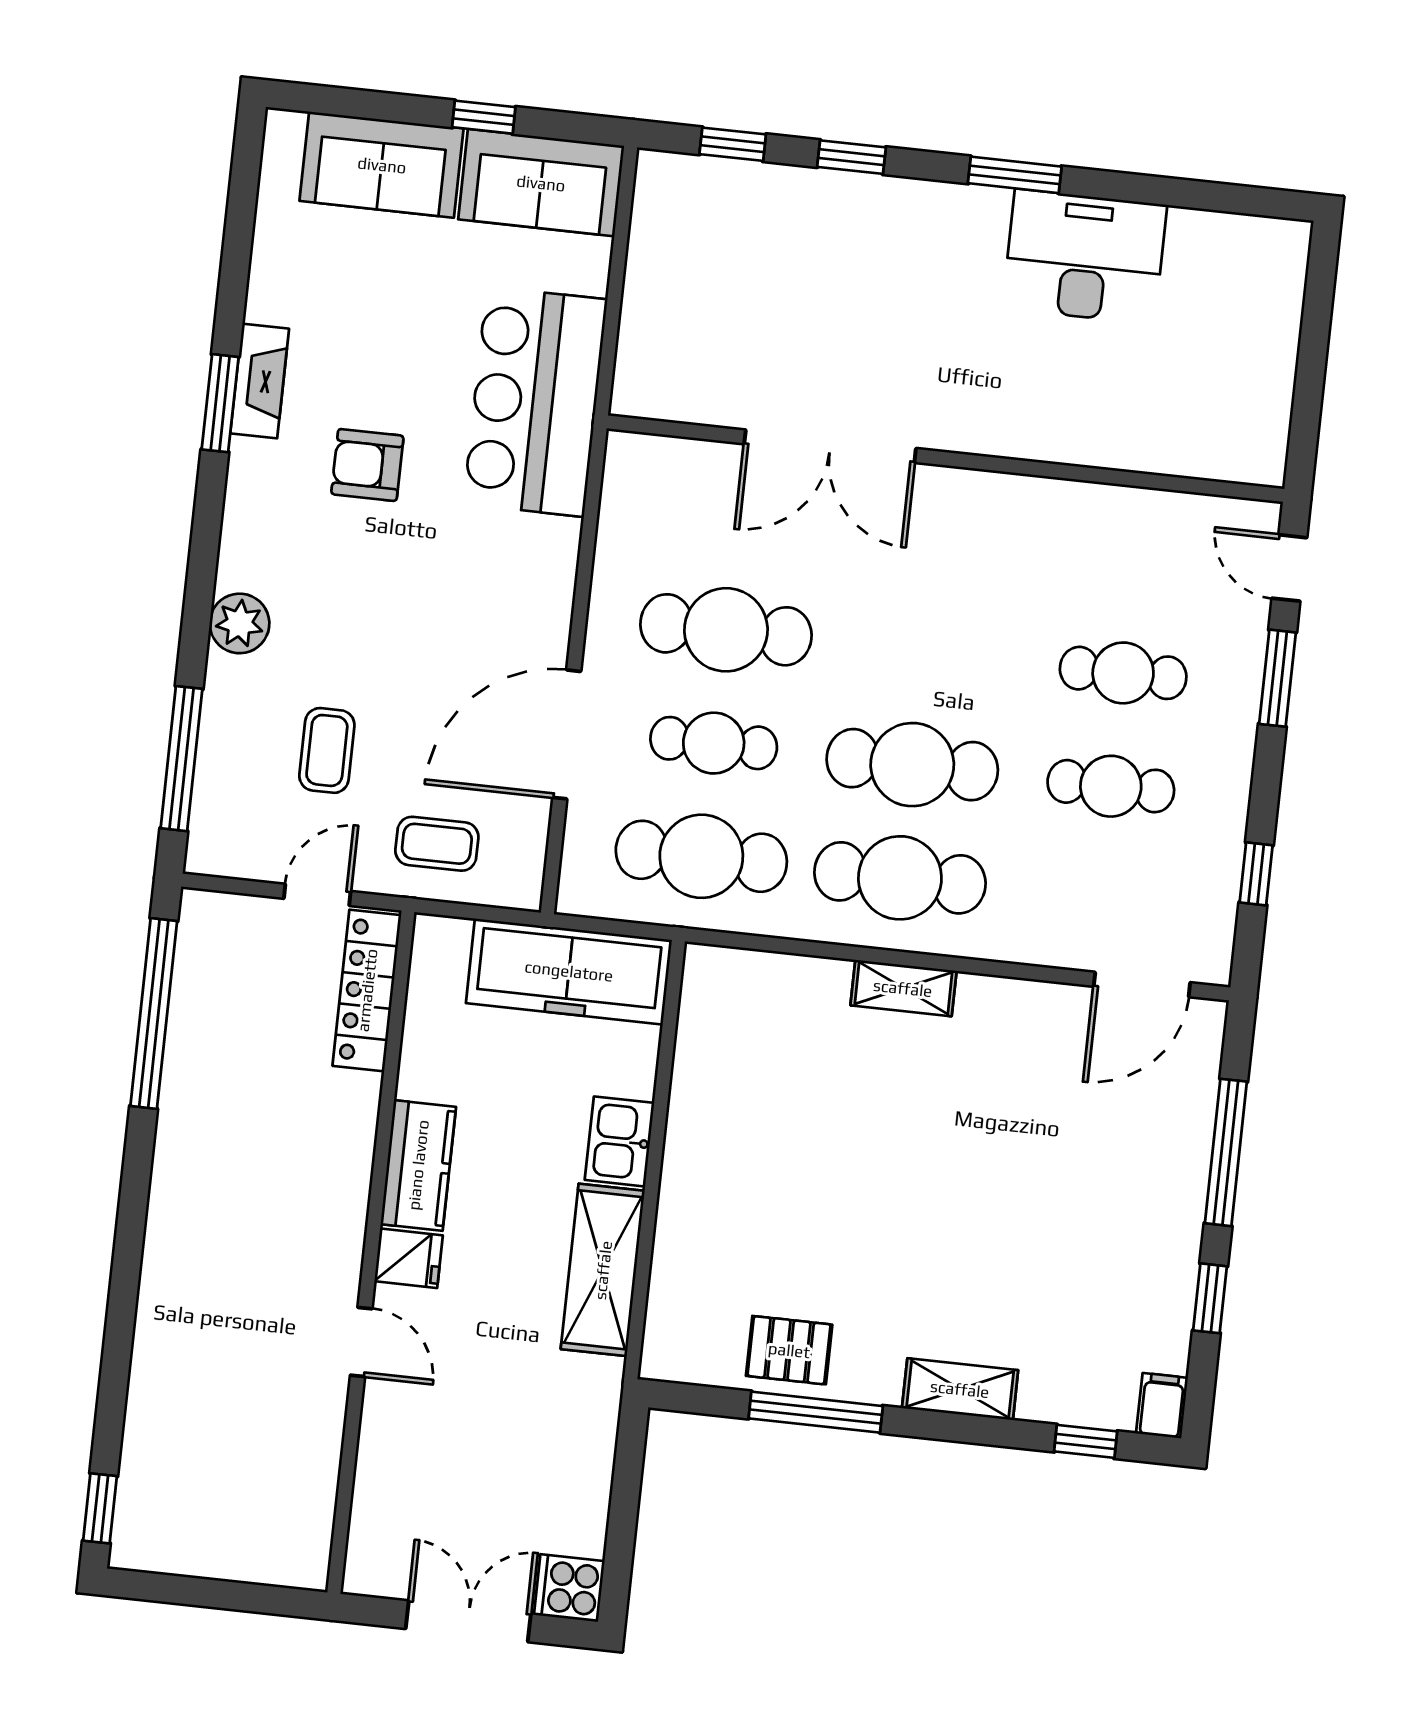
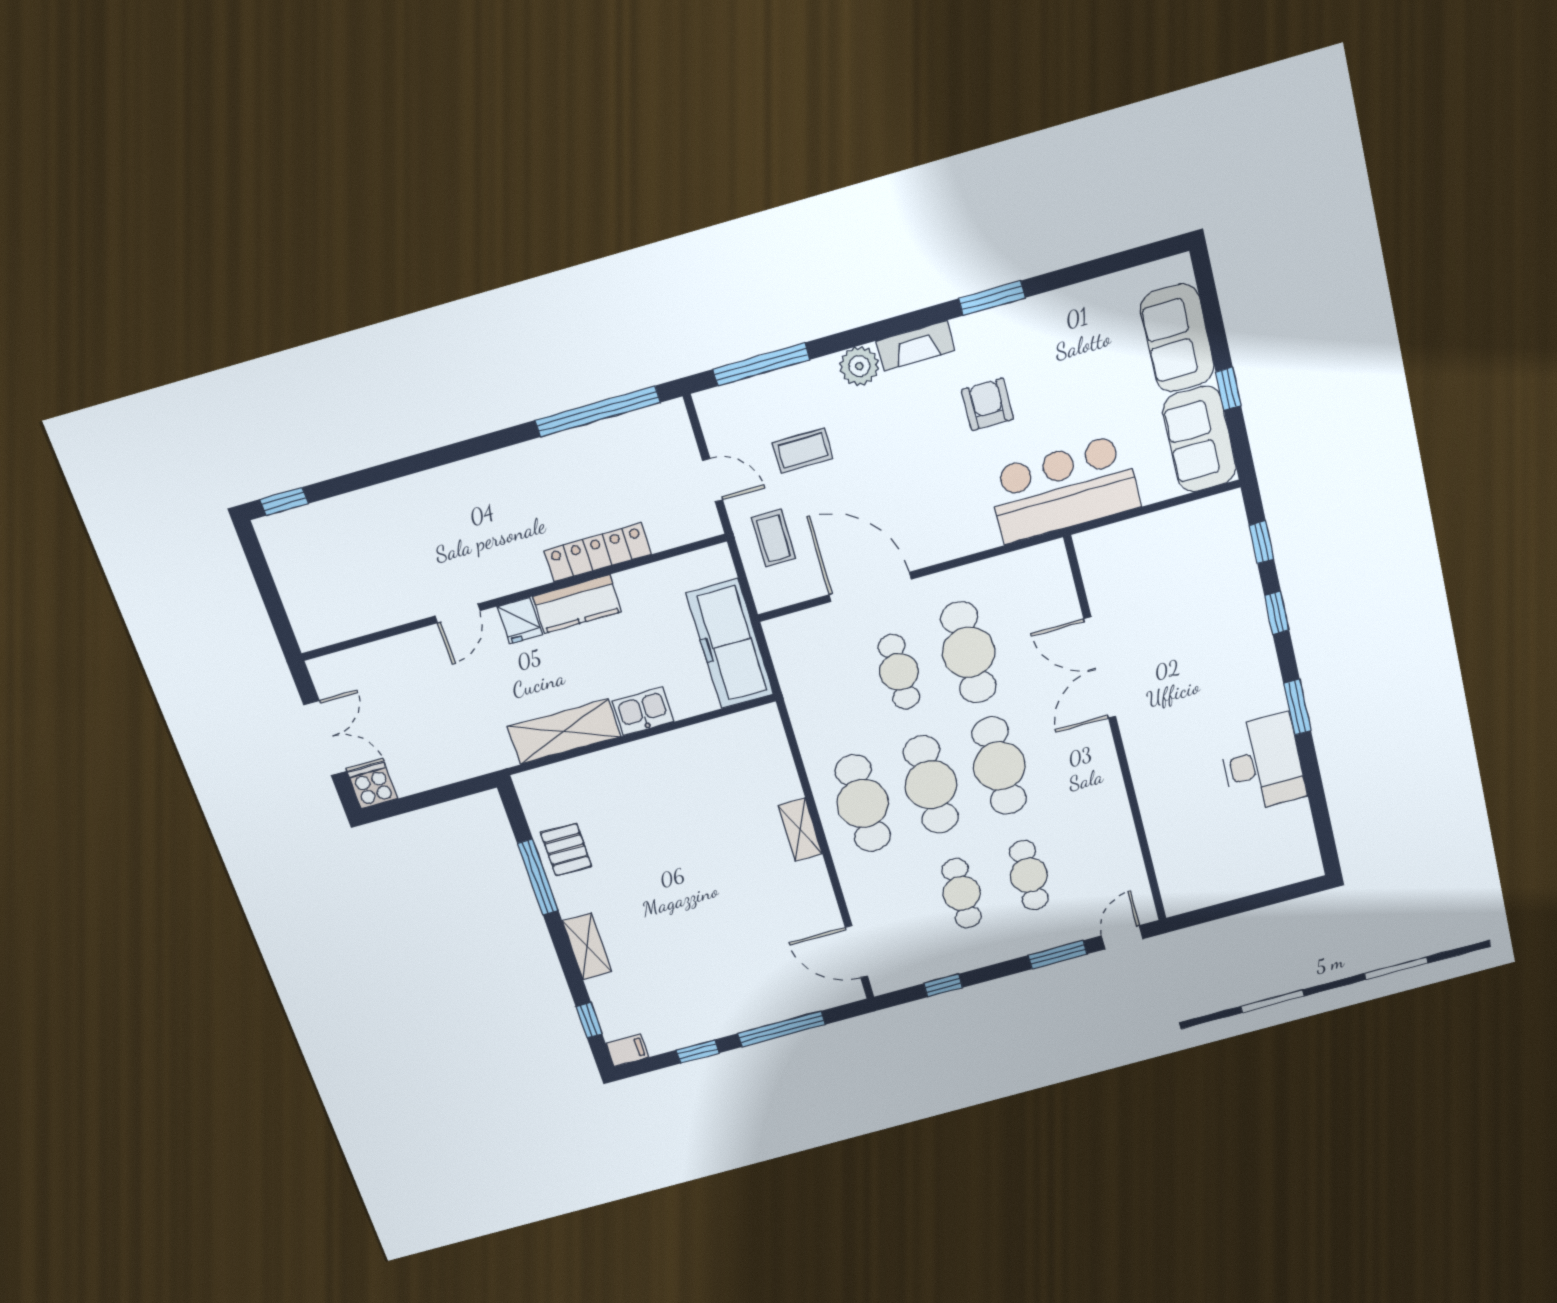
fireplace: (260, 381) -> (916, 346), moved
cafe table: (701, 856) -> (999, 766), moved
locker: (367, 990) -> (598, 552), moved

